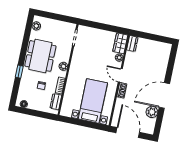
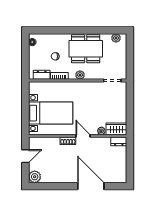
window: (19, 72) -> (65, 30), removed
door: (120, 75) -> (83, 136), hinge flipped
door: (164, 95) -> (91, 186), moved
plant: (152, 112) -> (35, 177), moved
door: (128, 133) -> (25, 156), width x0.53

